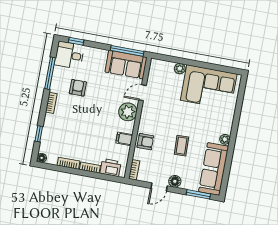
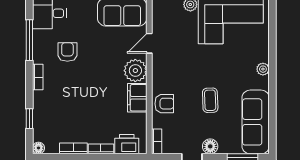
filing cabinet: (124, 139) -> (137, 98), width x2.00
plant: (225, 139) -> (263, 69), moved

